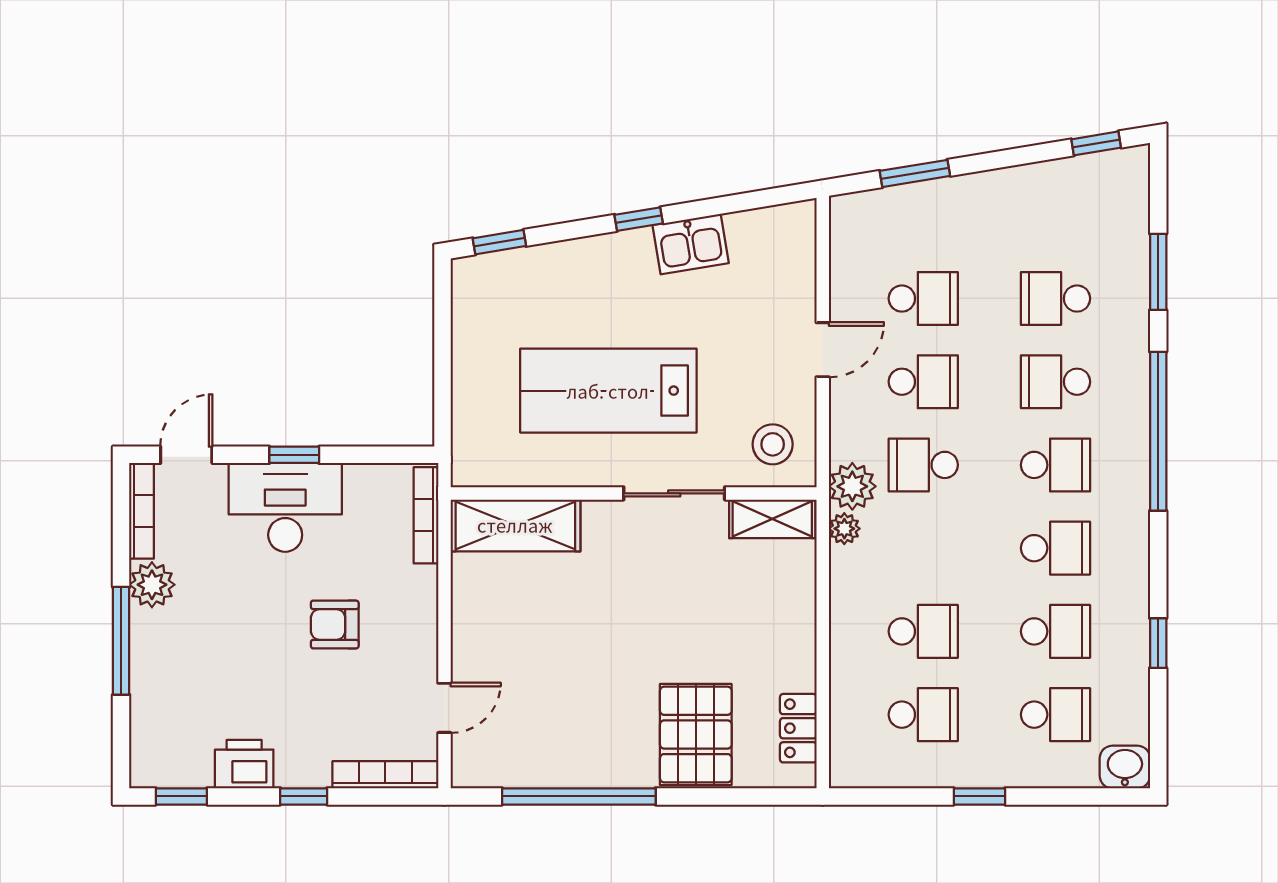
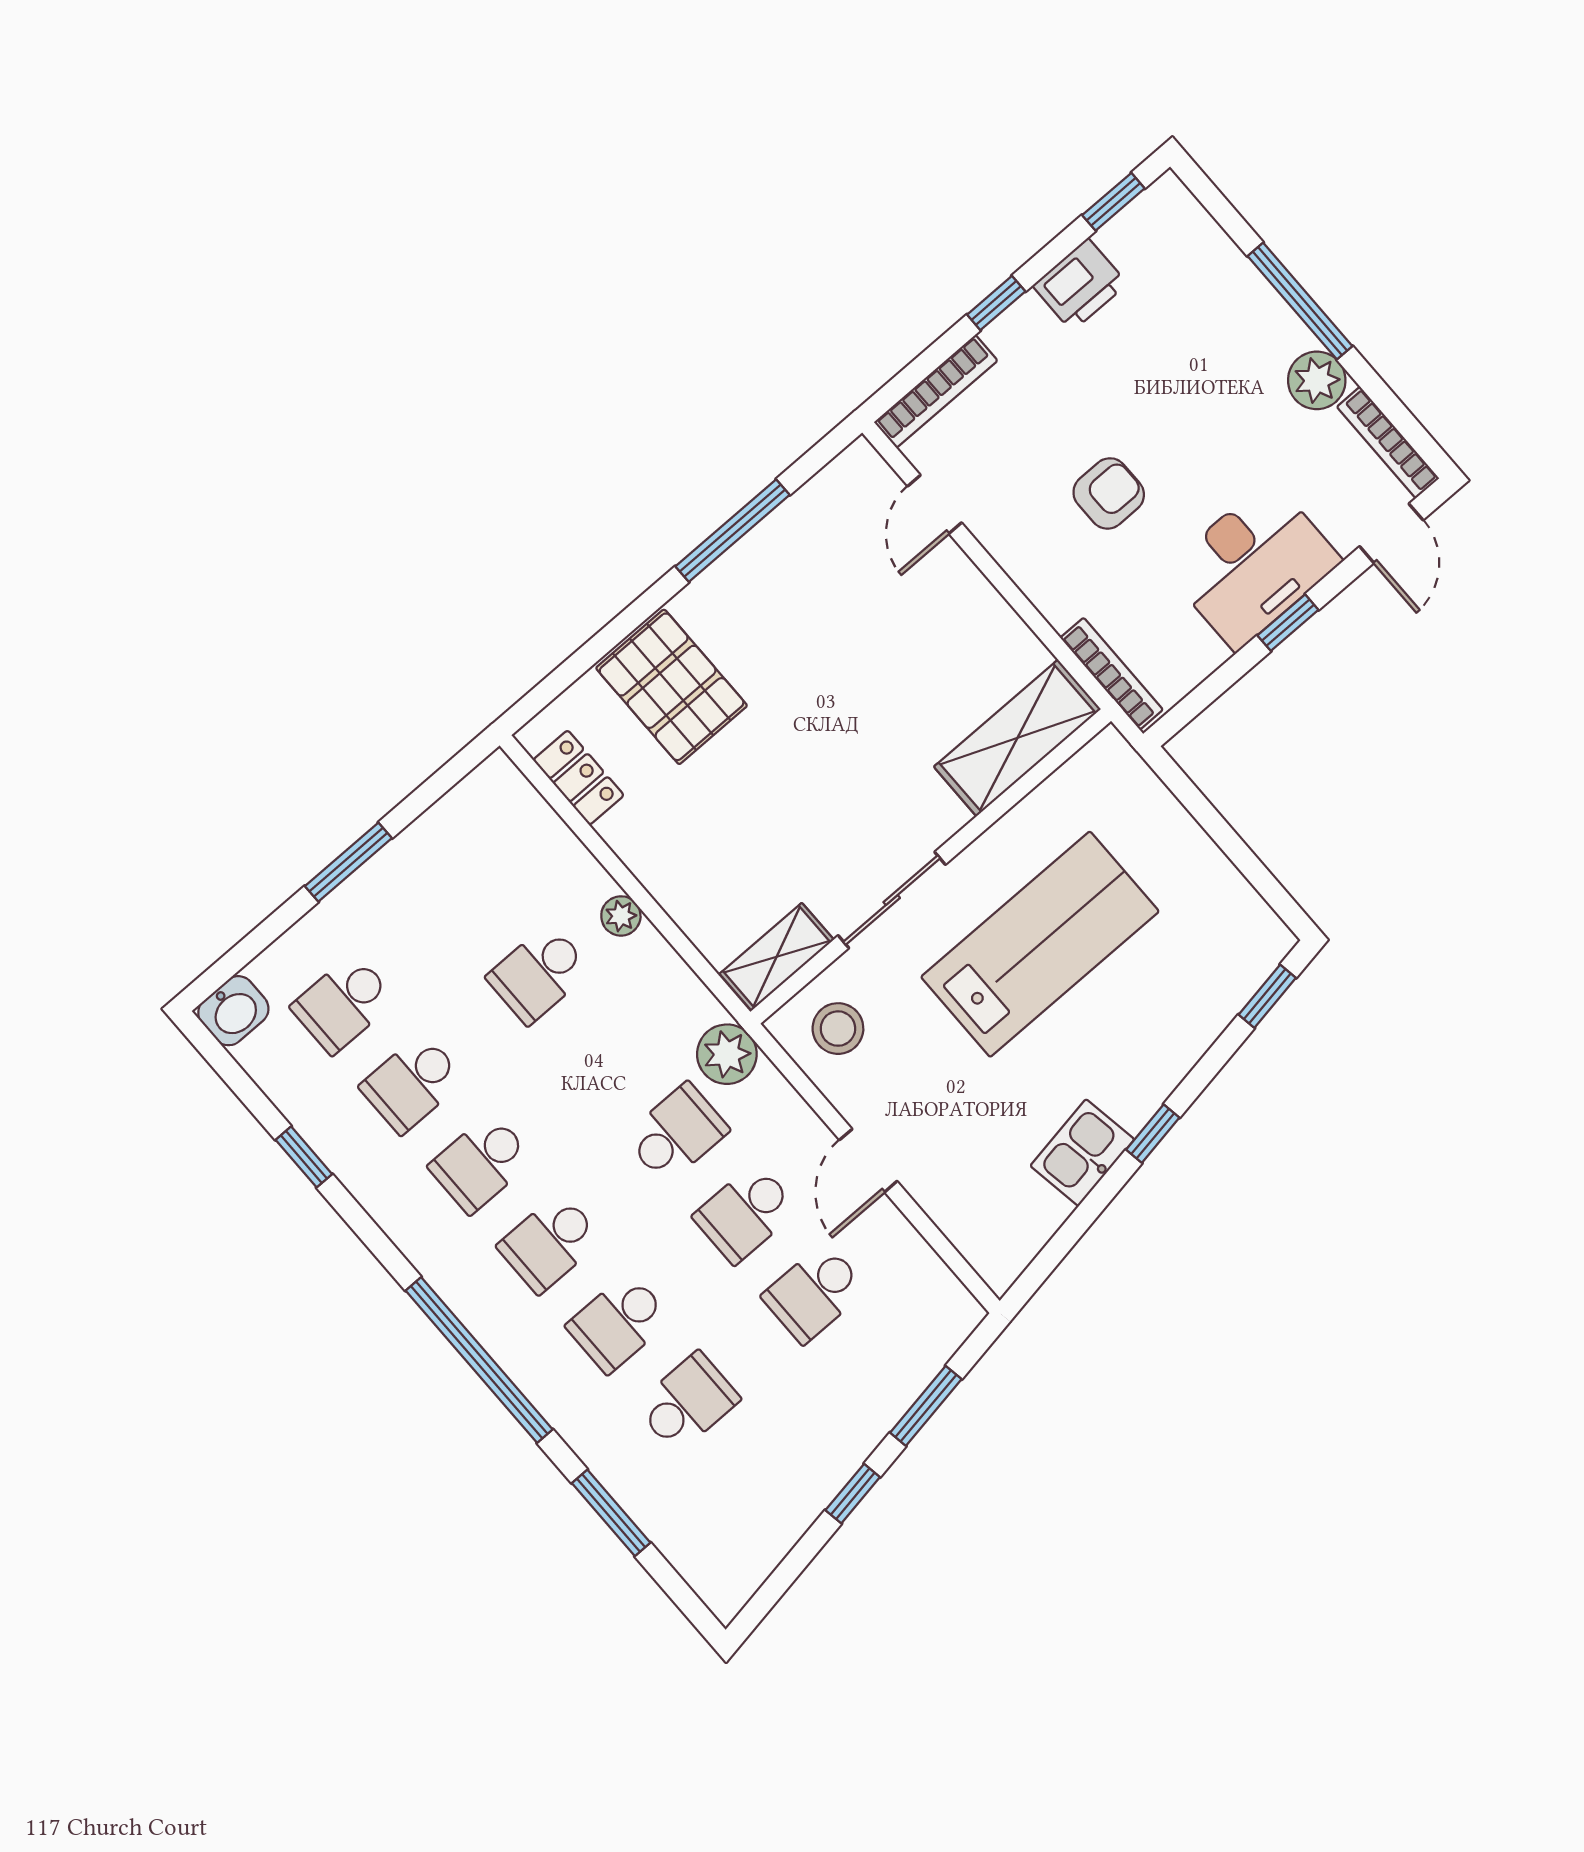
window: (1096, 143) -> (853, 1494), moved
school desk: (1056, 382) -> (619, 1323), turned 180
plant: (844, 529) -> (621, 916), moved
school desk: (923, 715) -> (470, 894), removed
window: (579, 796) -> (732, 531), width x0.68
window: (979, 796) -> (348, 862), width x1.50

